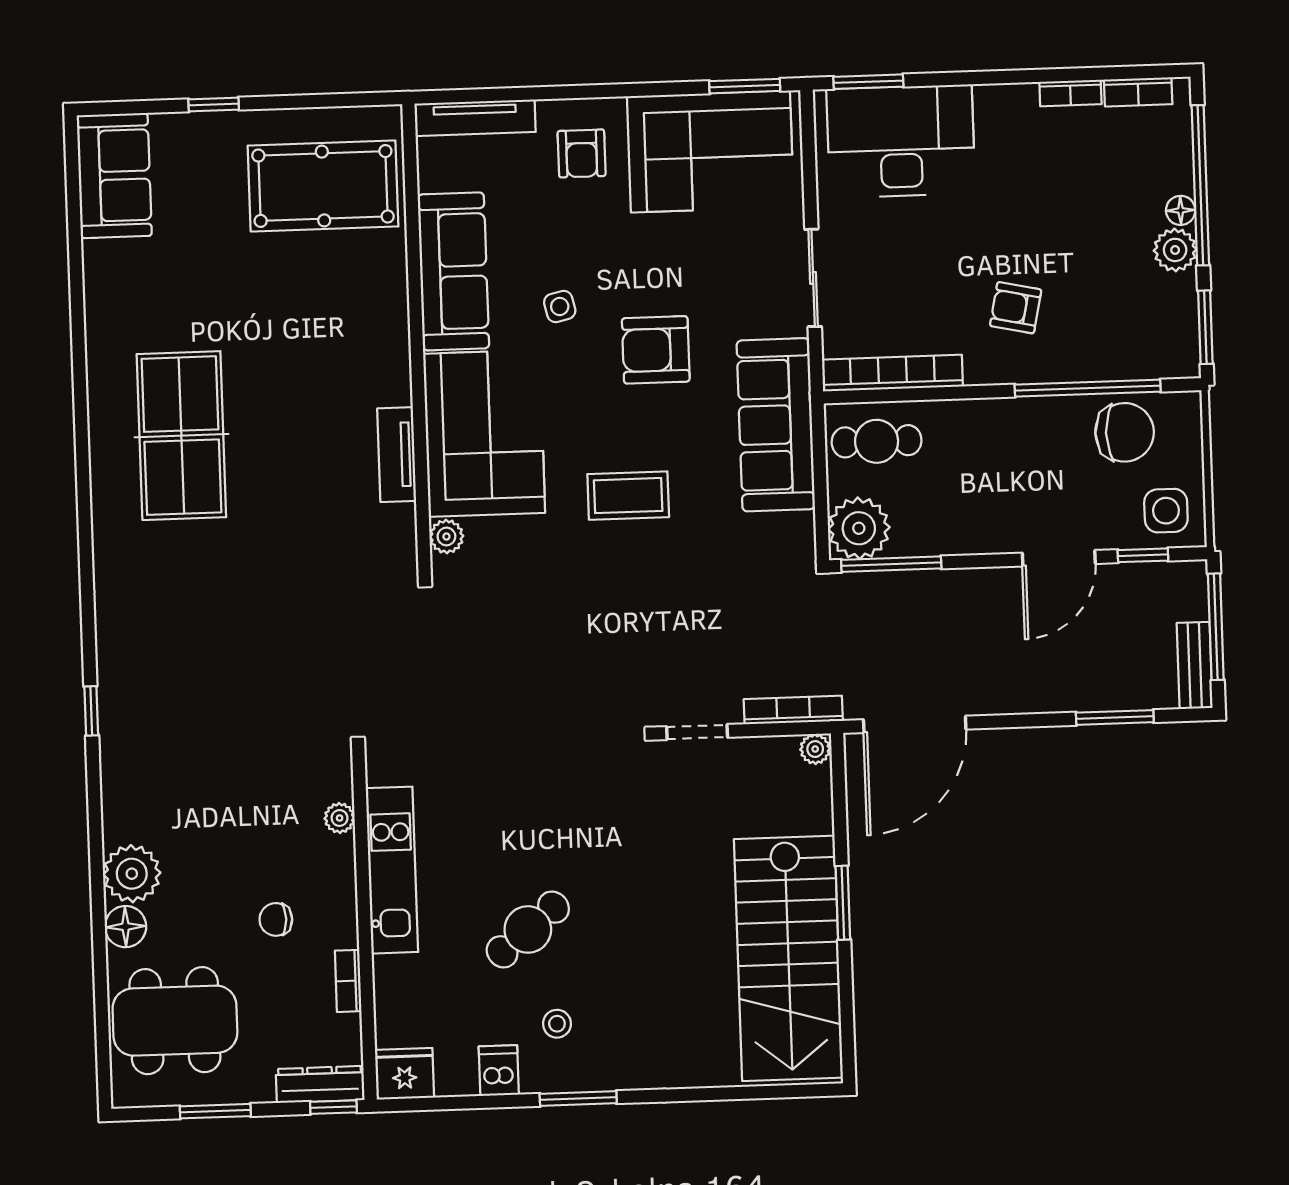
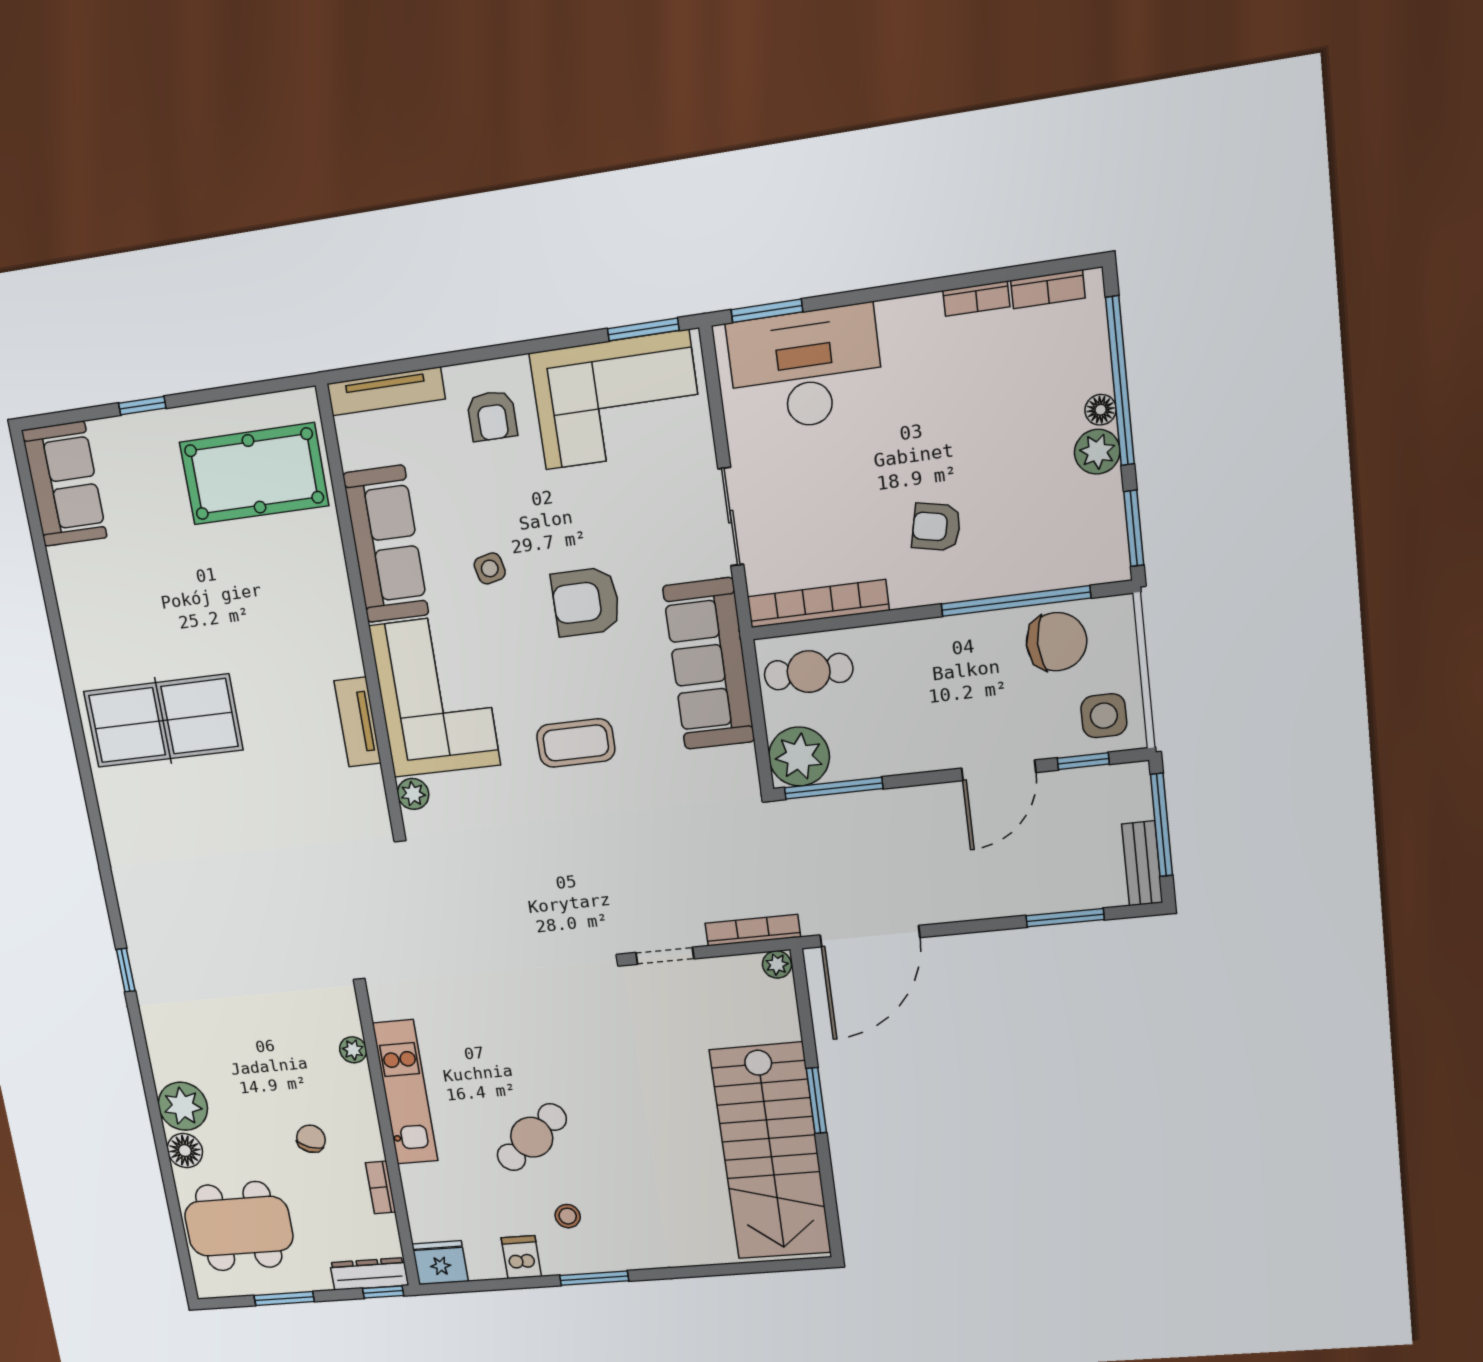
table tennis table: (181, 436) -> (163, 721), turned 90
chair: (276, 919) -> (311, 1139), turned 110

